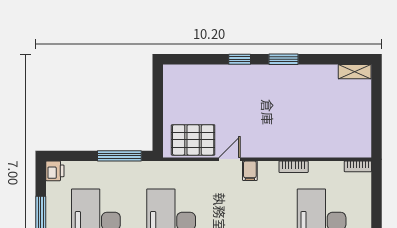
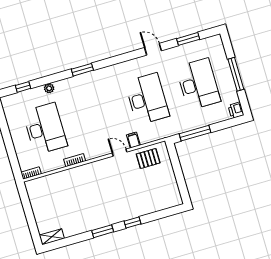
pallet: (193, 140) -> (148, 158), width x0.67, depth x0.71
door: (230, 159) -> (120, 153), swing flipped
filing cabinet: (250, 171) -> (133, 140), moved

